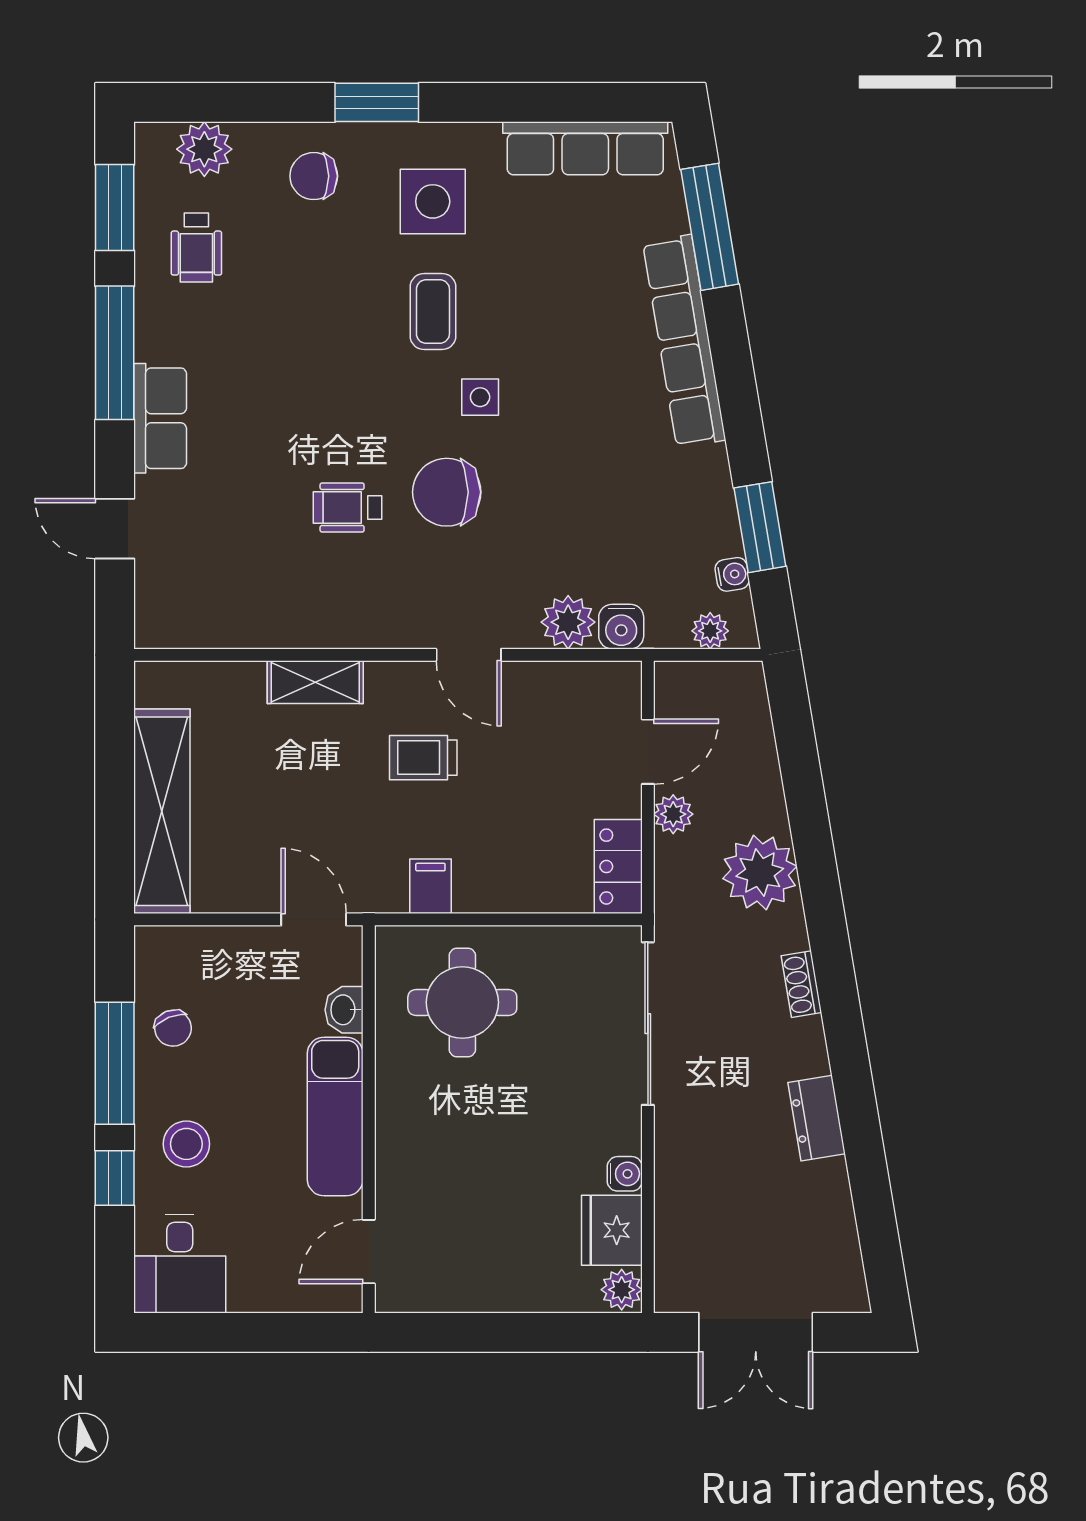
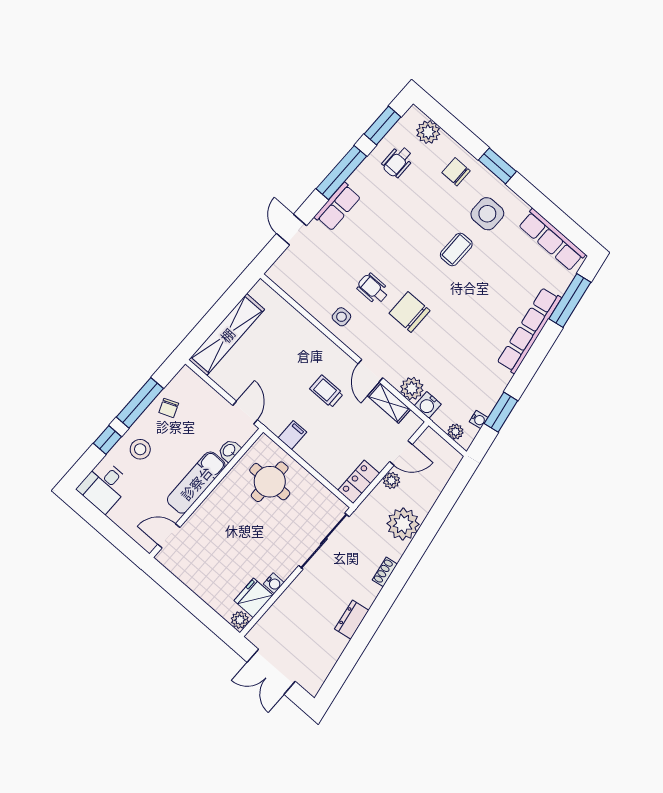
side table: (480, 397) -> (341, 317), moved
shelving: (315, 682) -> (389, 403), moved

